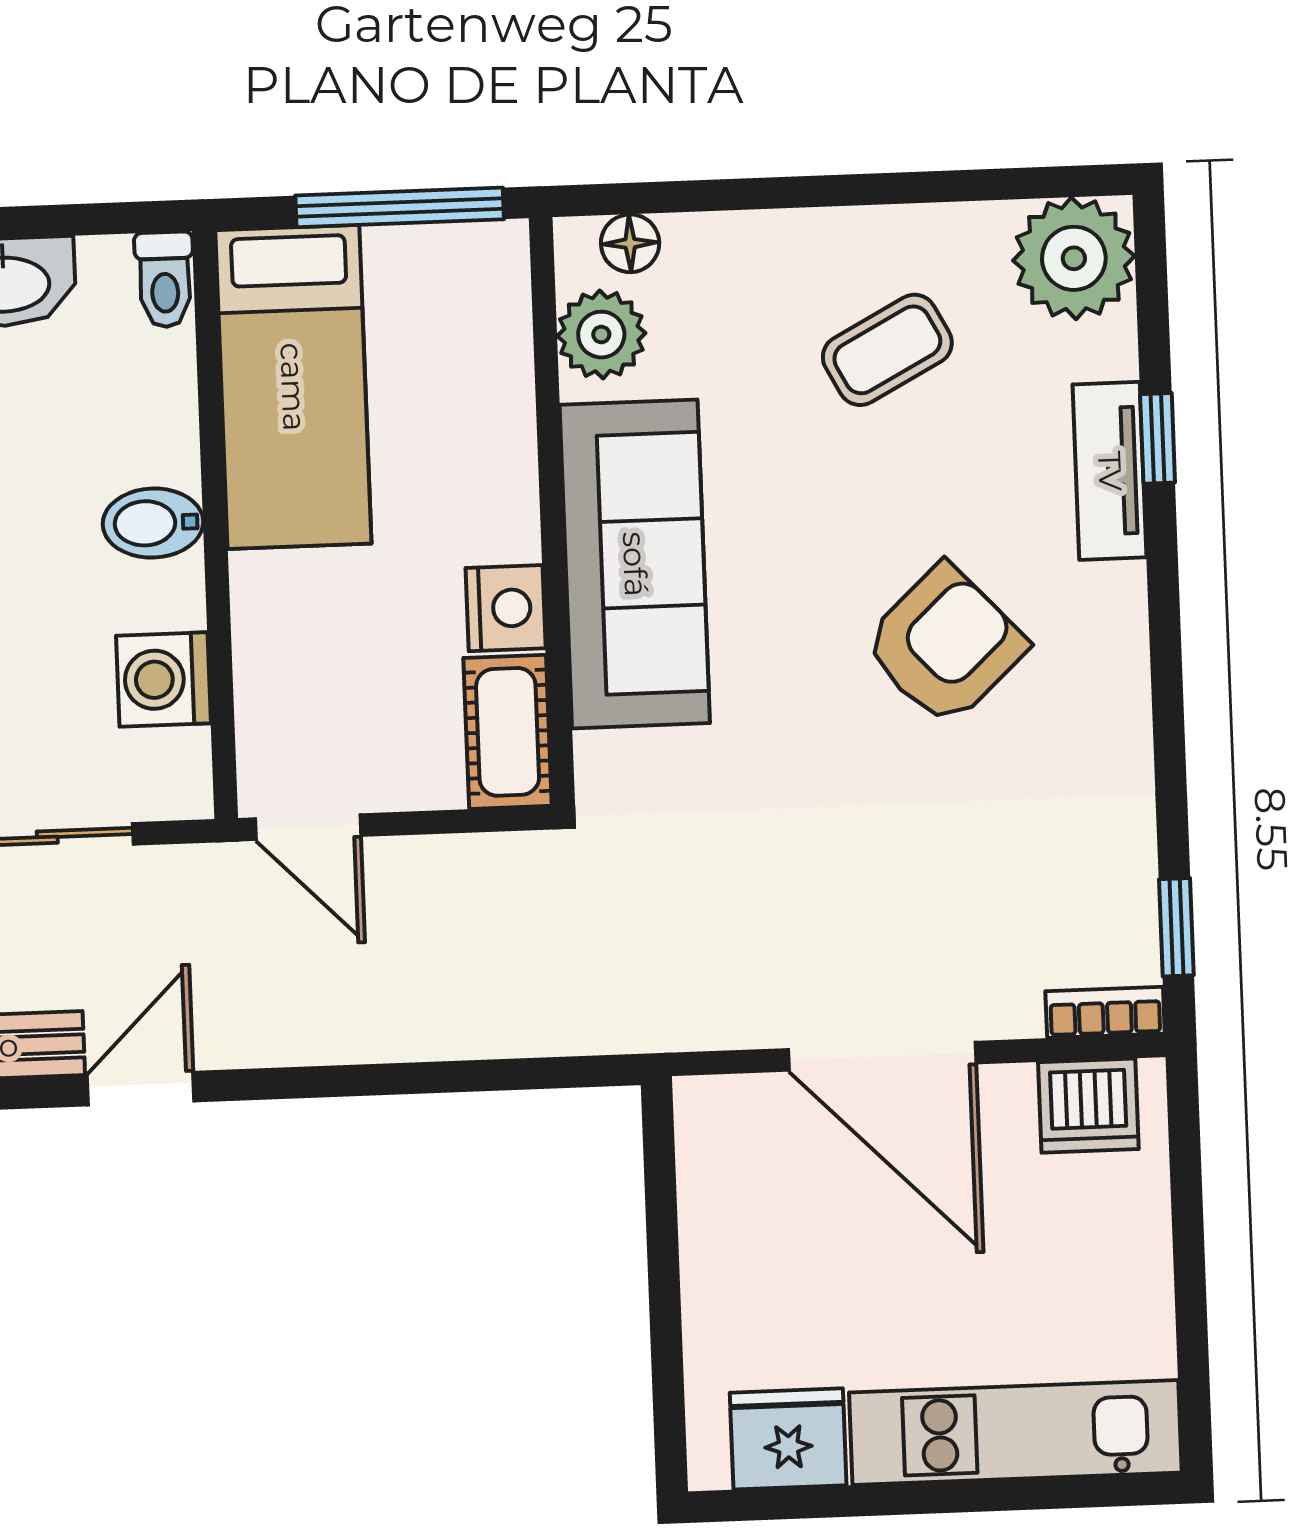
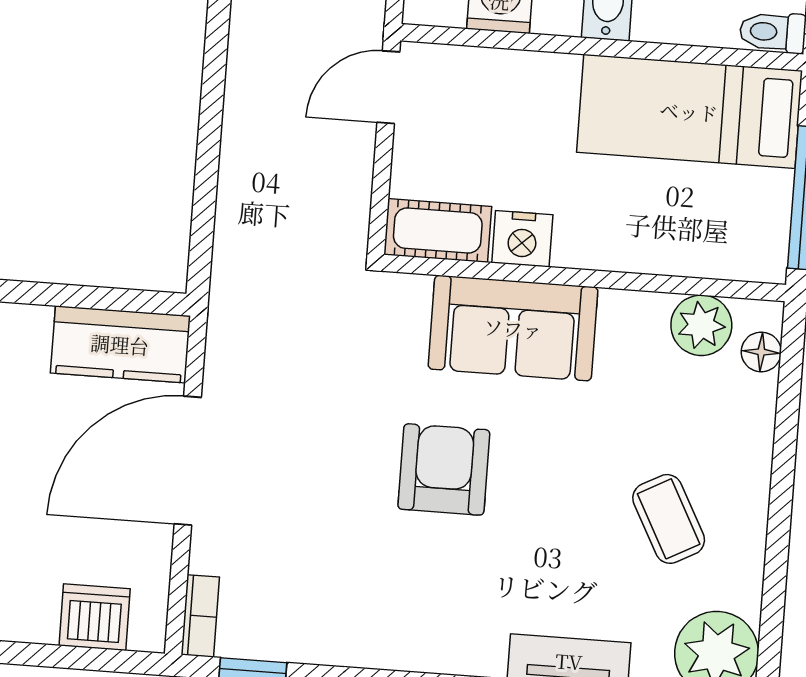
sofa: (635, 564) -> (513, 328), width x0.73
armchair: (945, 645) -> (444, 469), moved, turned -137
dishwasher: (1088, 1106) -> (95, 617), moved, turned 90
kitchen counter: (725, 1173) -> (120, 344), added

